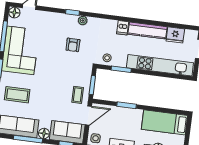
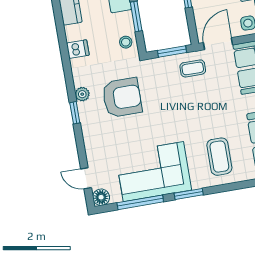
dishwasher: (123, 28) -> (78, 49), moved
armchair: (73, 45) -> (122, 98), width x1.88, depth x1.88
door: (88, 115) -> (218, 44), hinge flipped

